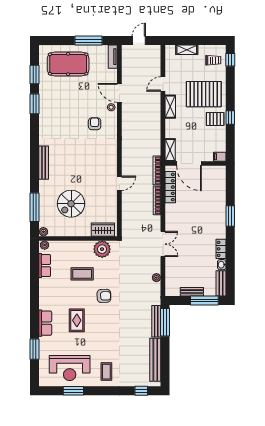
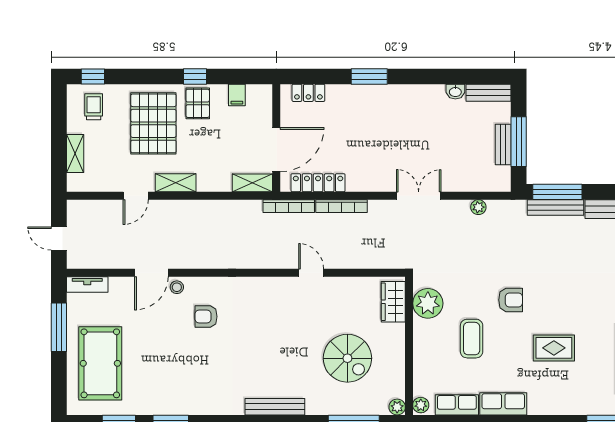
door: (163, 84) -> (136, 196), hinge flipped
filing cabinet: (220, 157) -> (237, 95), moved
locker: (221, 249) -> (308, 93), moved
armchair: (104, 296) -> (511, 300), turned 92
window: (204, 300) -> (519, 142), moved
row of seats: (45, 323) -> (503, 404), moved

